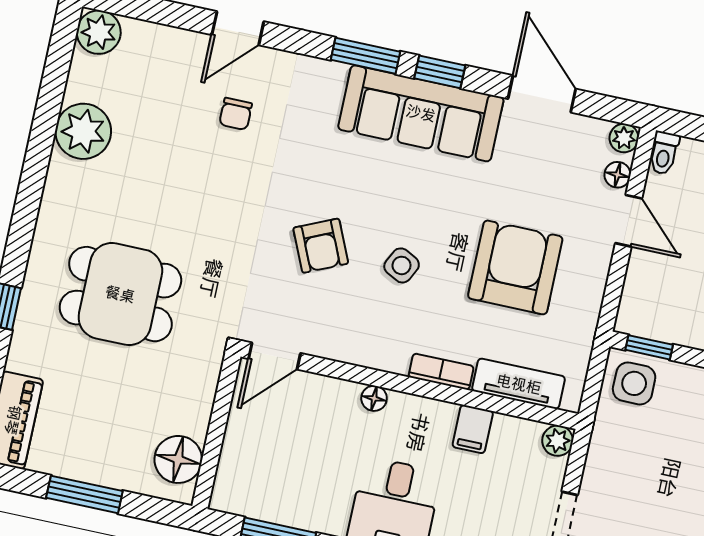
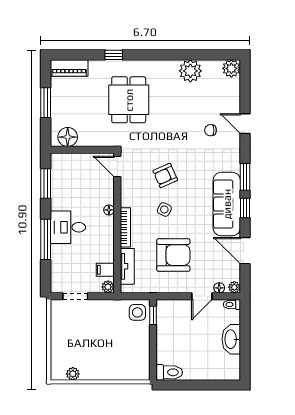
door: (542, 94) -> (245, 251), swing flipped
bookcase: (441, 372) -> (125, 227), width x1.56
filing cabinet: (473, 429) -> (105, 270), moved

